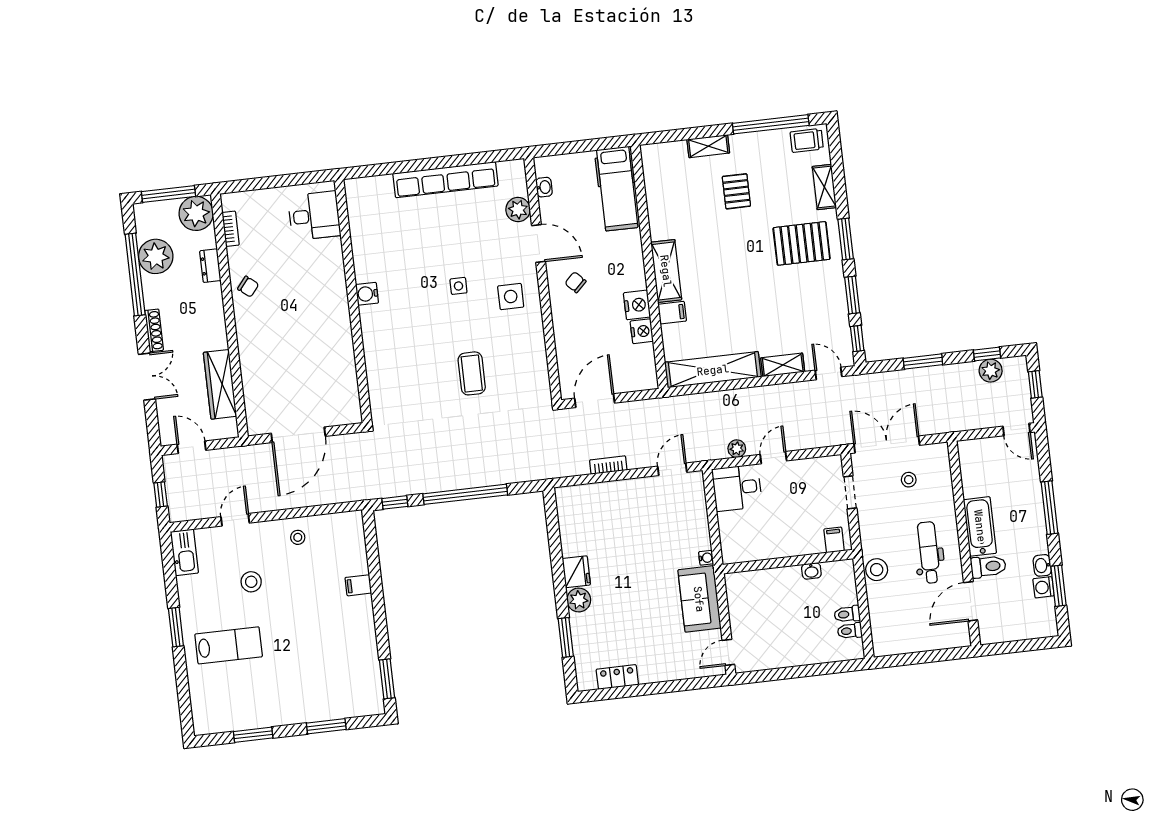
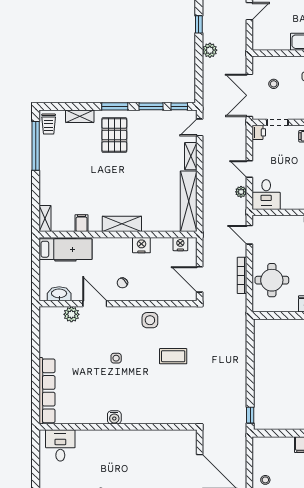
shelving: (708, 146) -> (45, 219), moved
row of seats: (445, 180) -> (47, 391), moved
washbasin: (544, 187) -> (59, 294), width x1.91, depth x1.45
pallet: (736, 191) -> (76, 173), removed
door: (538, 243) -> (95, 304), hinge flipped
side table: (511, 297) -> (150, 320), moved
filing cabinet: (672, 313) -> (82, 223), moved
nightstand: (642, 331) -> (180, 244), moved
window: (923, 361) -> (199, 66), removed
plant: (991, 371) -> (210, 50), moved
bookcase: (608, 465) -> (242, 275), width x1.56
printer: (831, 465) -> (259, 132), added
window: (465, 494) -> (250, 369), removed
round table: (606, 512) -> (272, 280), added

